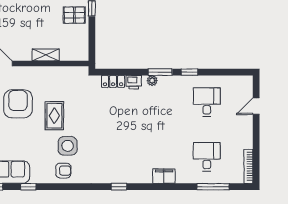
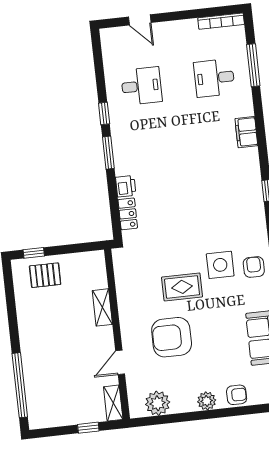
pallet: (74, 15) -> (45, 275), turned 90
plant: (152, 81) -> (121, 162), removed
desk: (207, 102) -> (141, 86), turned 180

